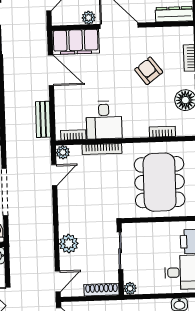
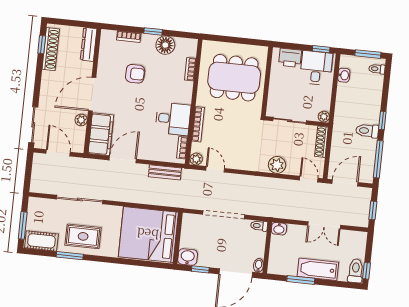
armchair: (149, 71) -> (135, 74), turned -142

